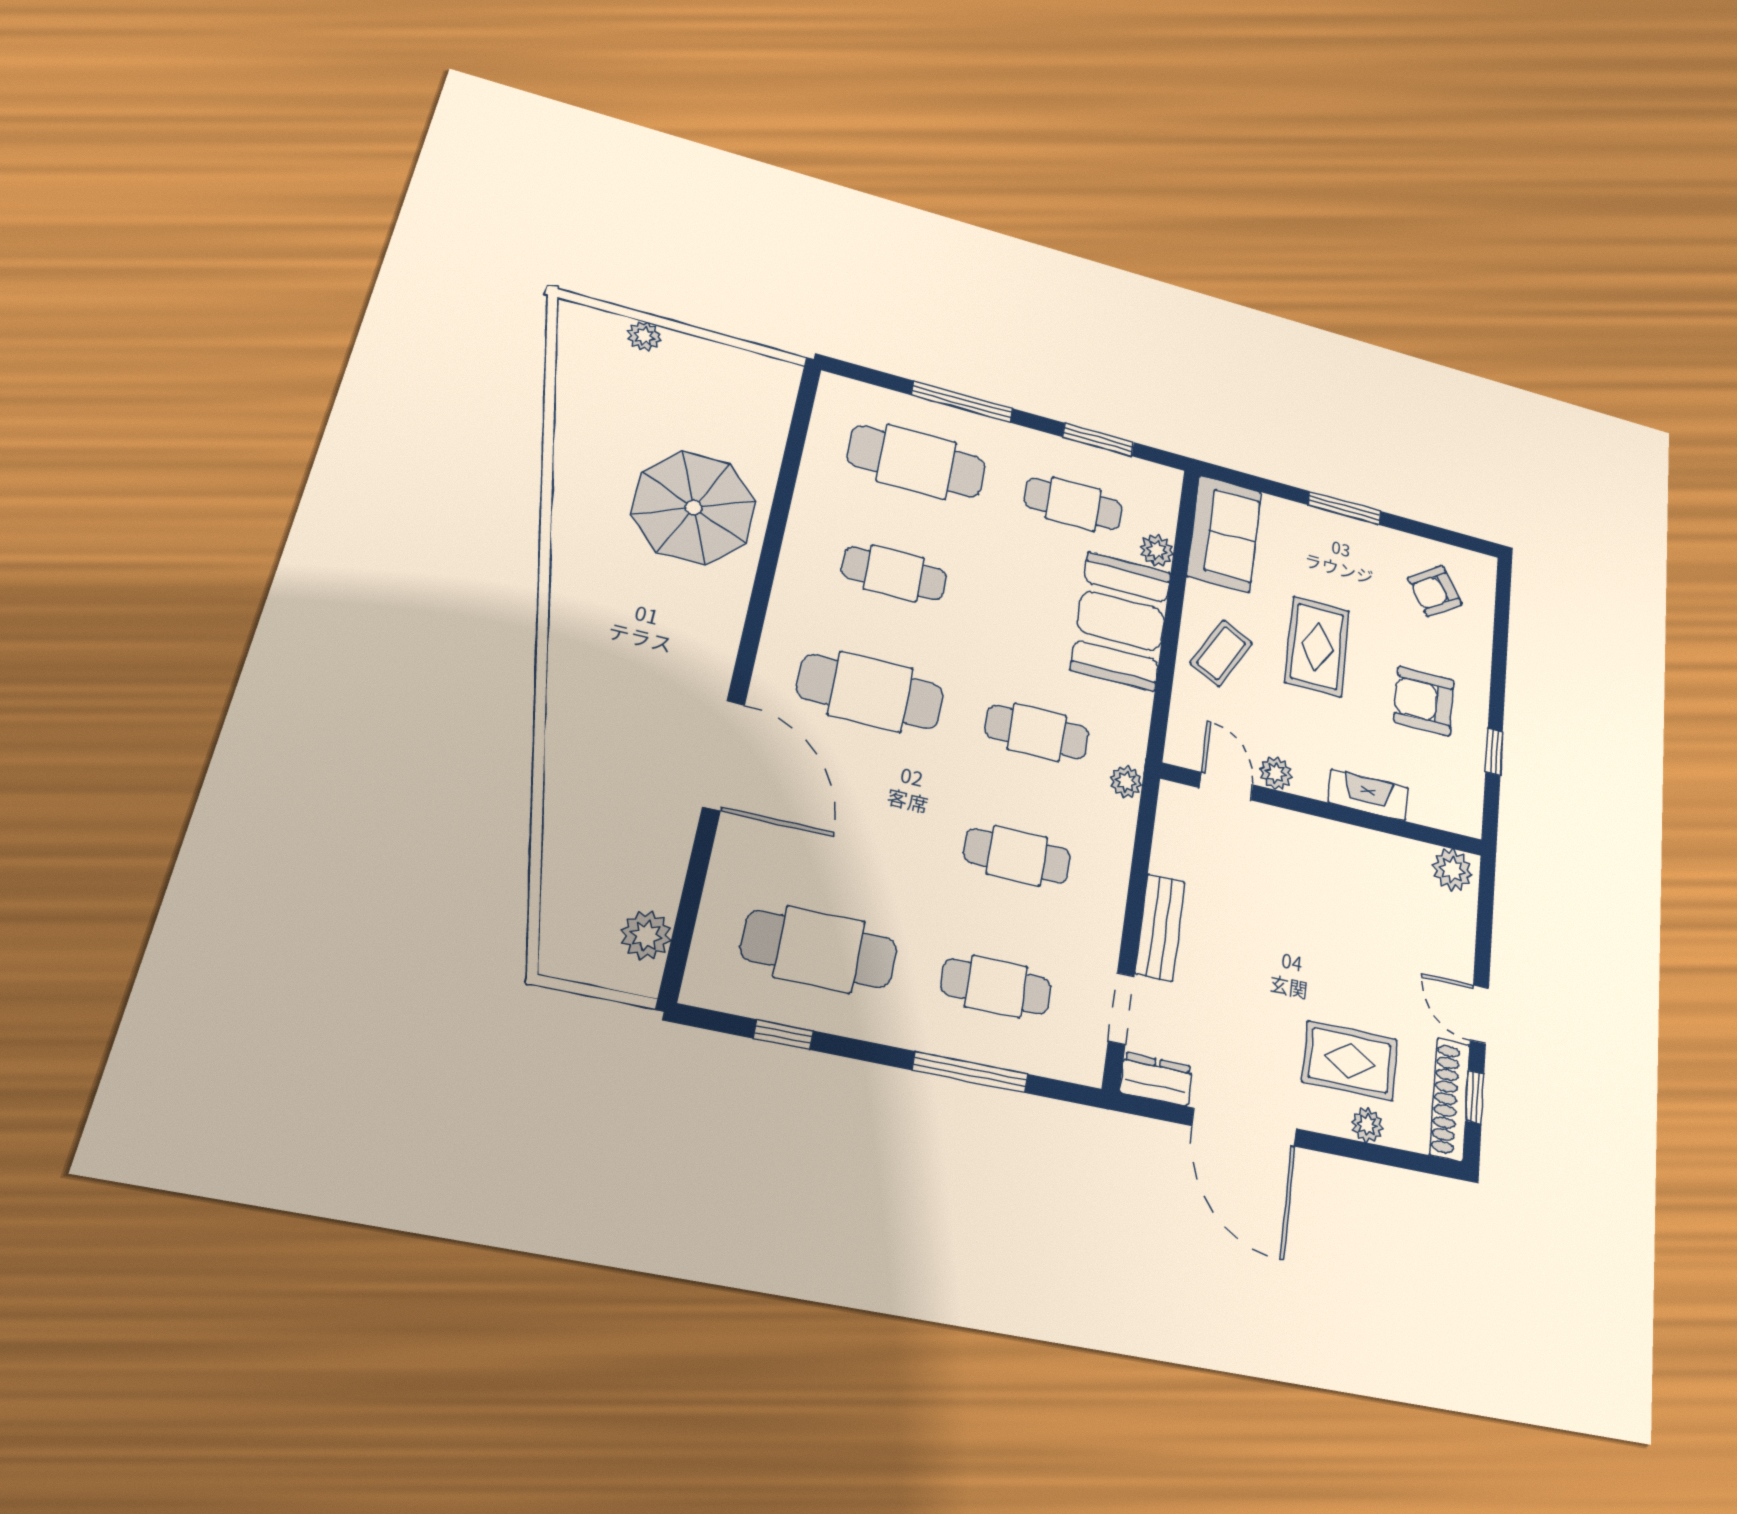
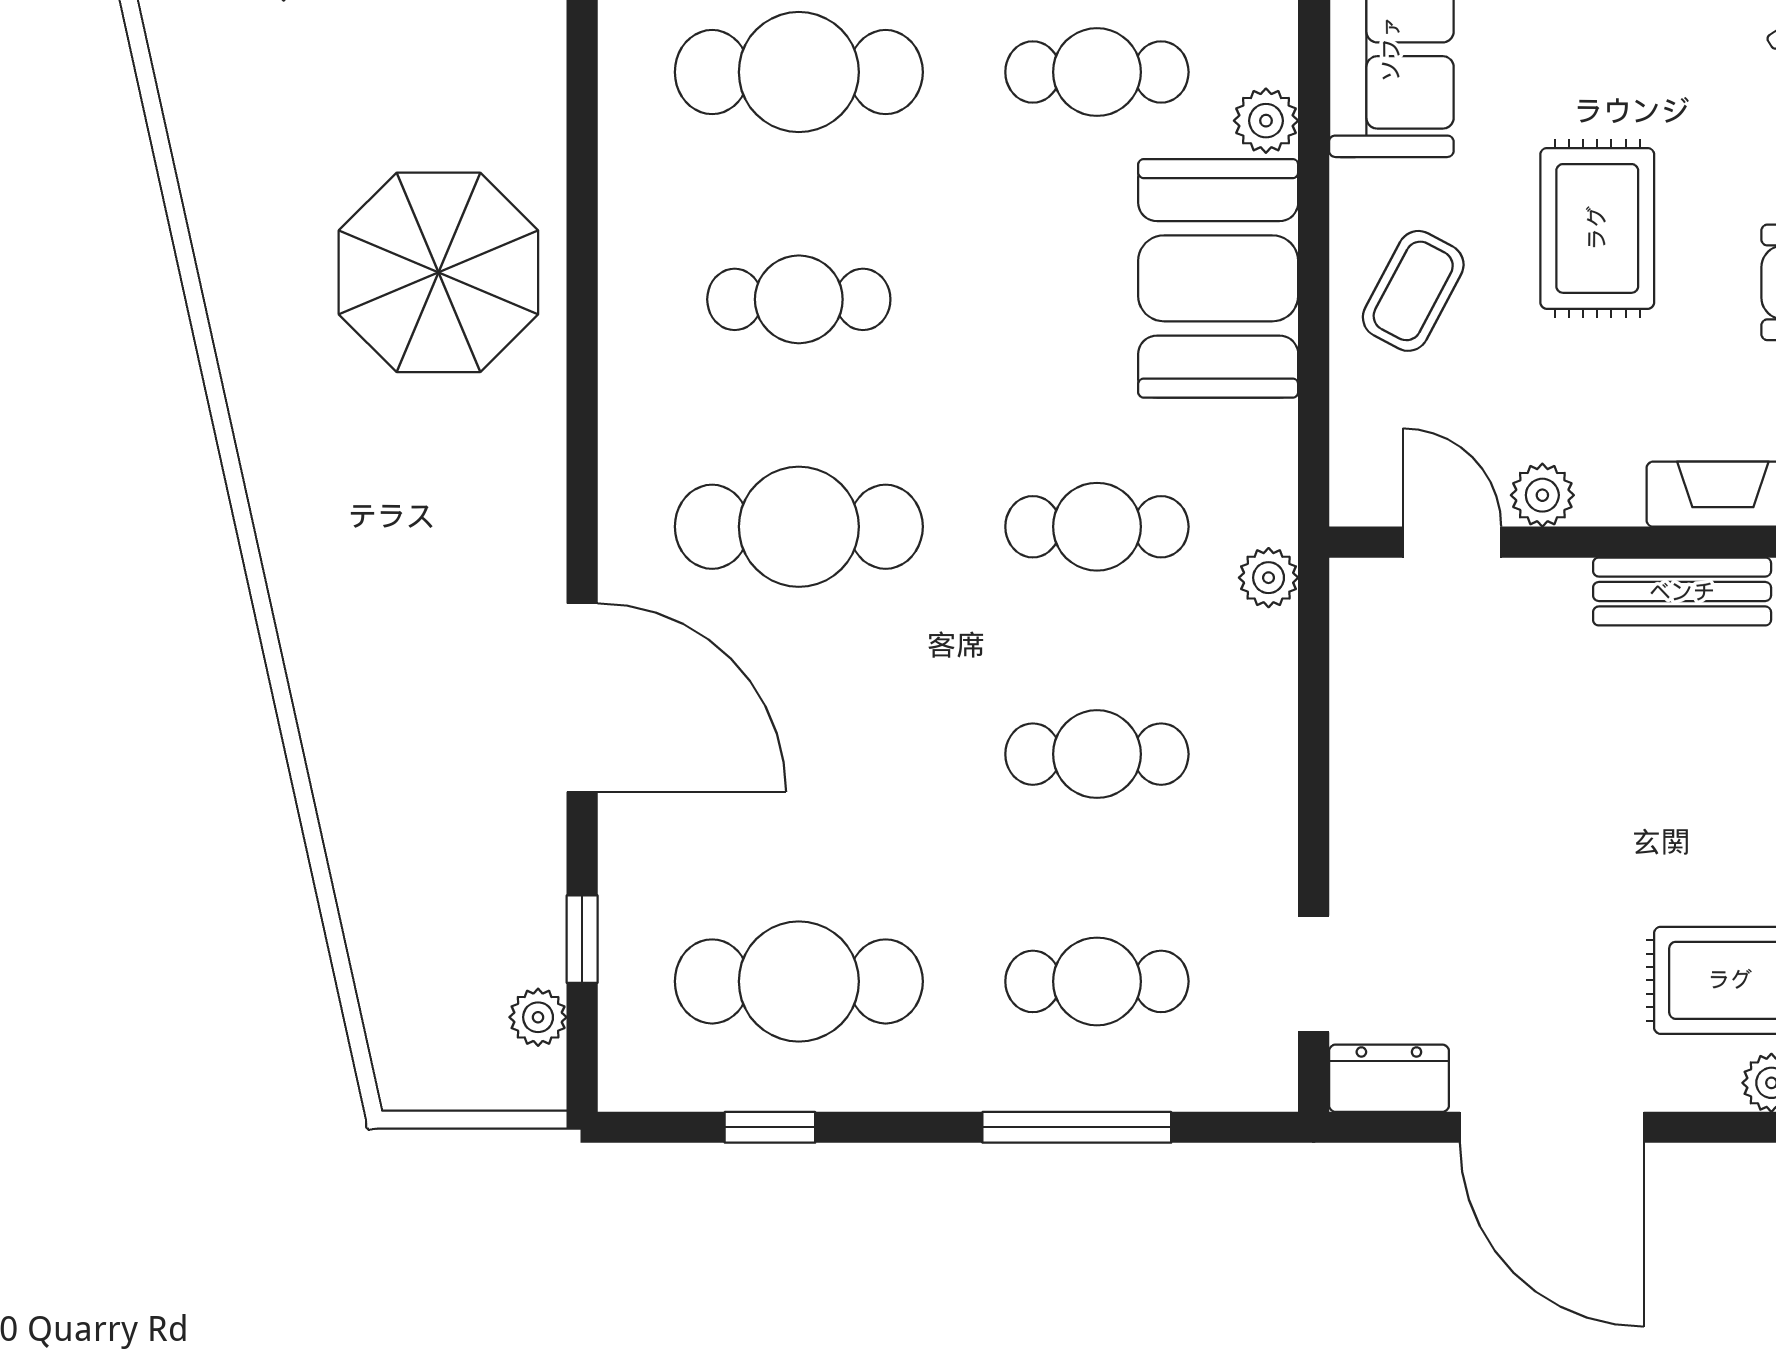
window: (692, 895) -> (582, 939), added
bench: (1160, 927) -> (1682, 592), moved, turned 90
plant: (646, 935) -> (538, 1017), width x0.73, depth x0.73

